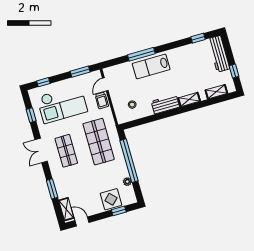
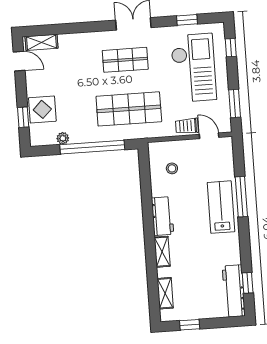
workbench: (219, 54) -> (234, 291), moved, turned -90
checkout: (62, 104) -> (194, 68), turned 180
window: (52, 189) -> (75, 28), removed
door: (82, 221) -> (19, 61), hinge flipped

